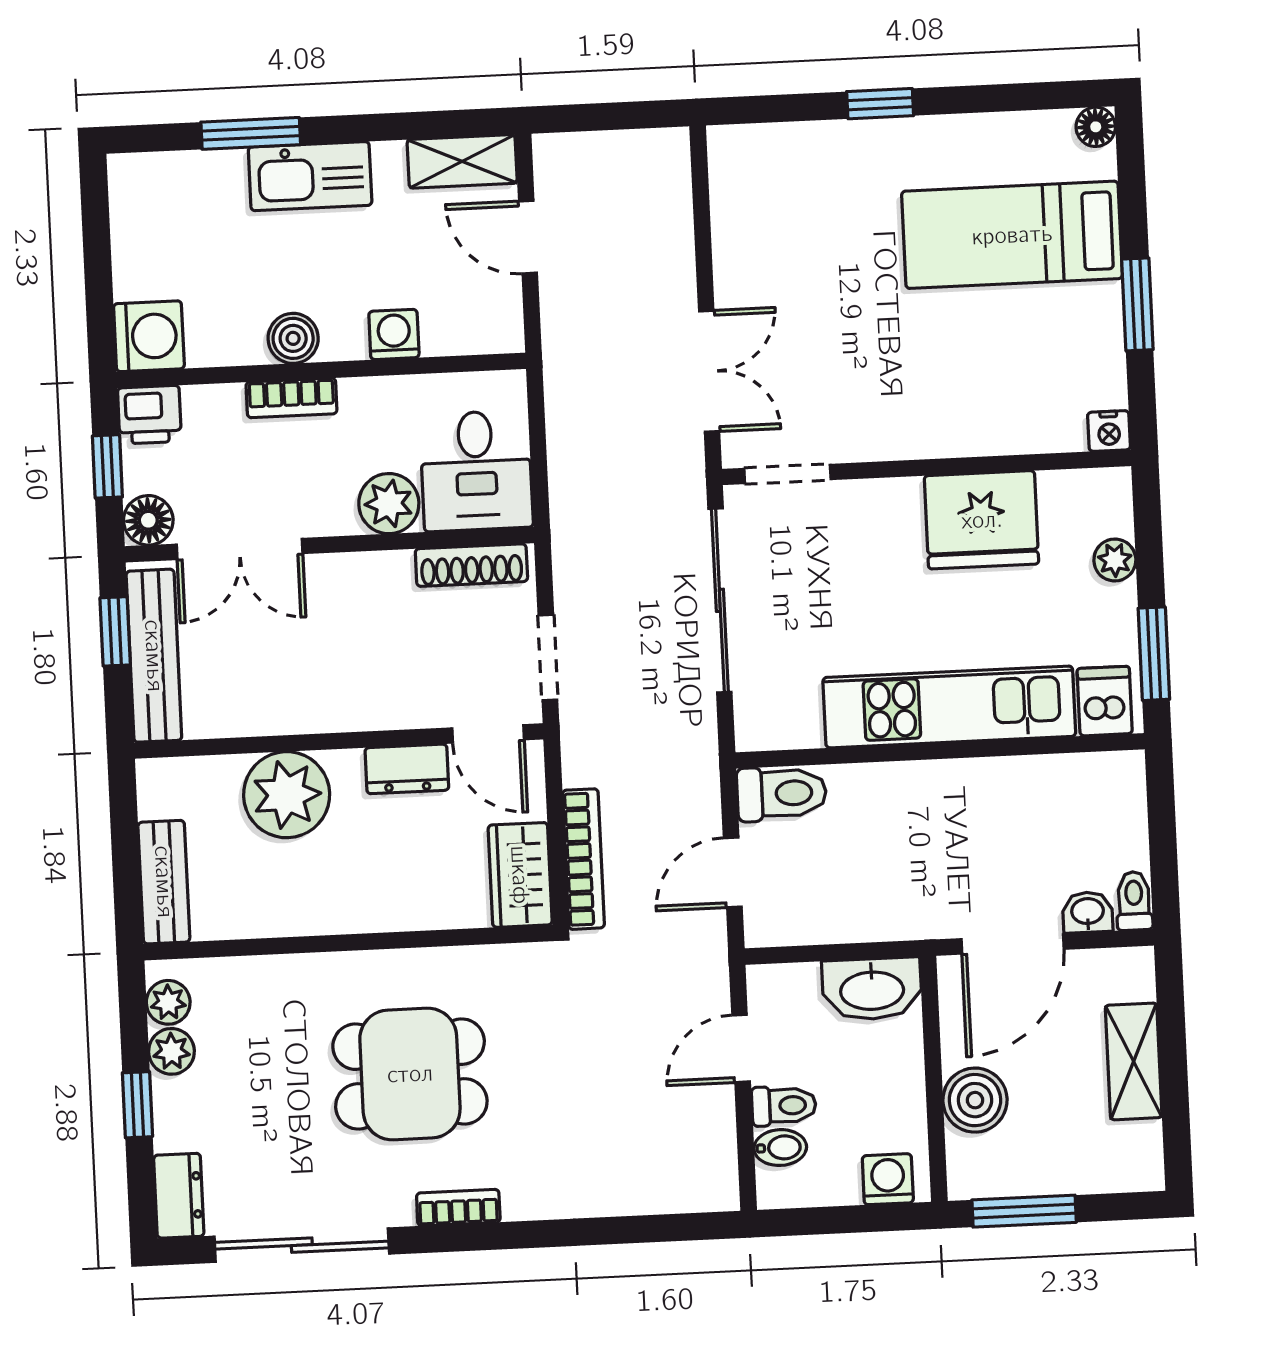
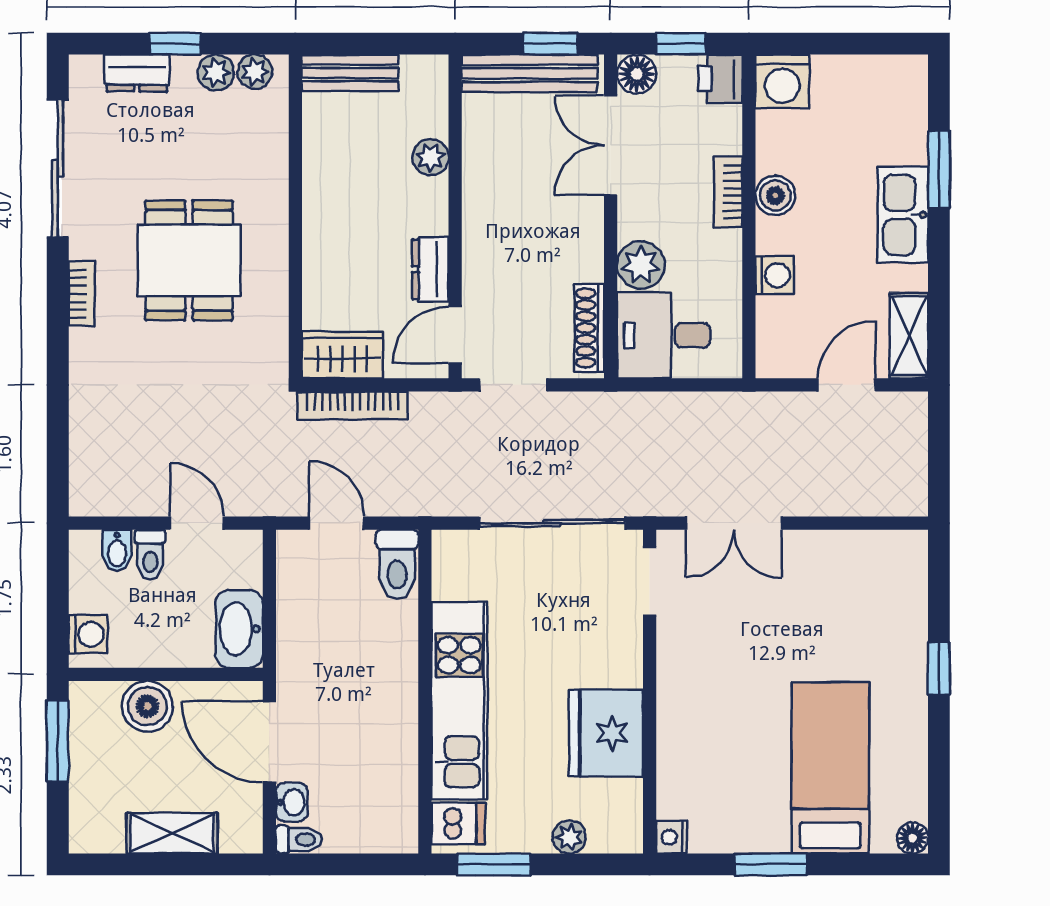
plant: (287, 795) -> (430, 157), width x0.53, depth x0.53
dresser: (179, 1196) -> (137, 73), moved

